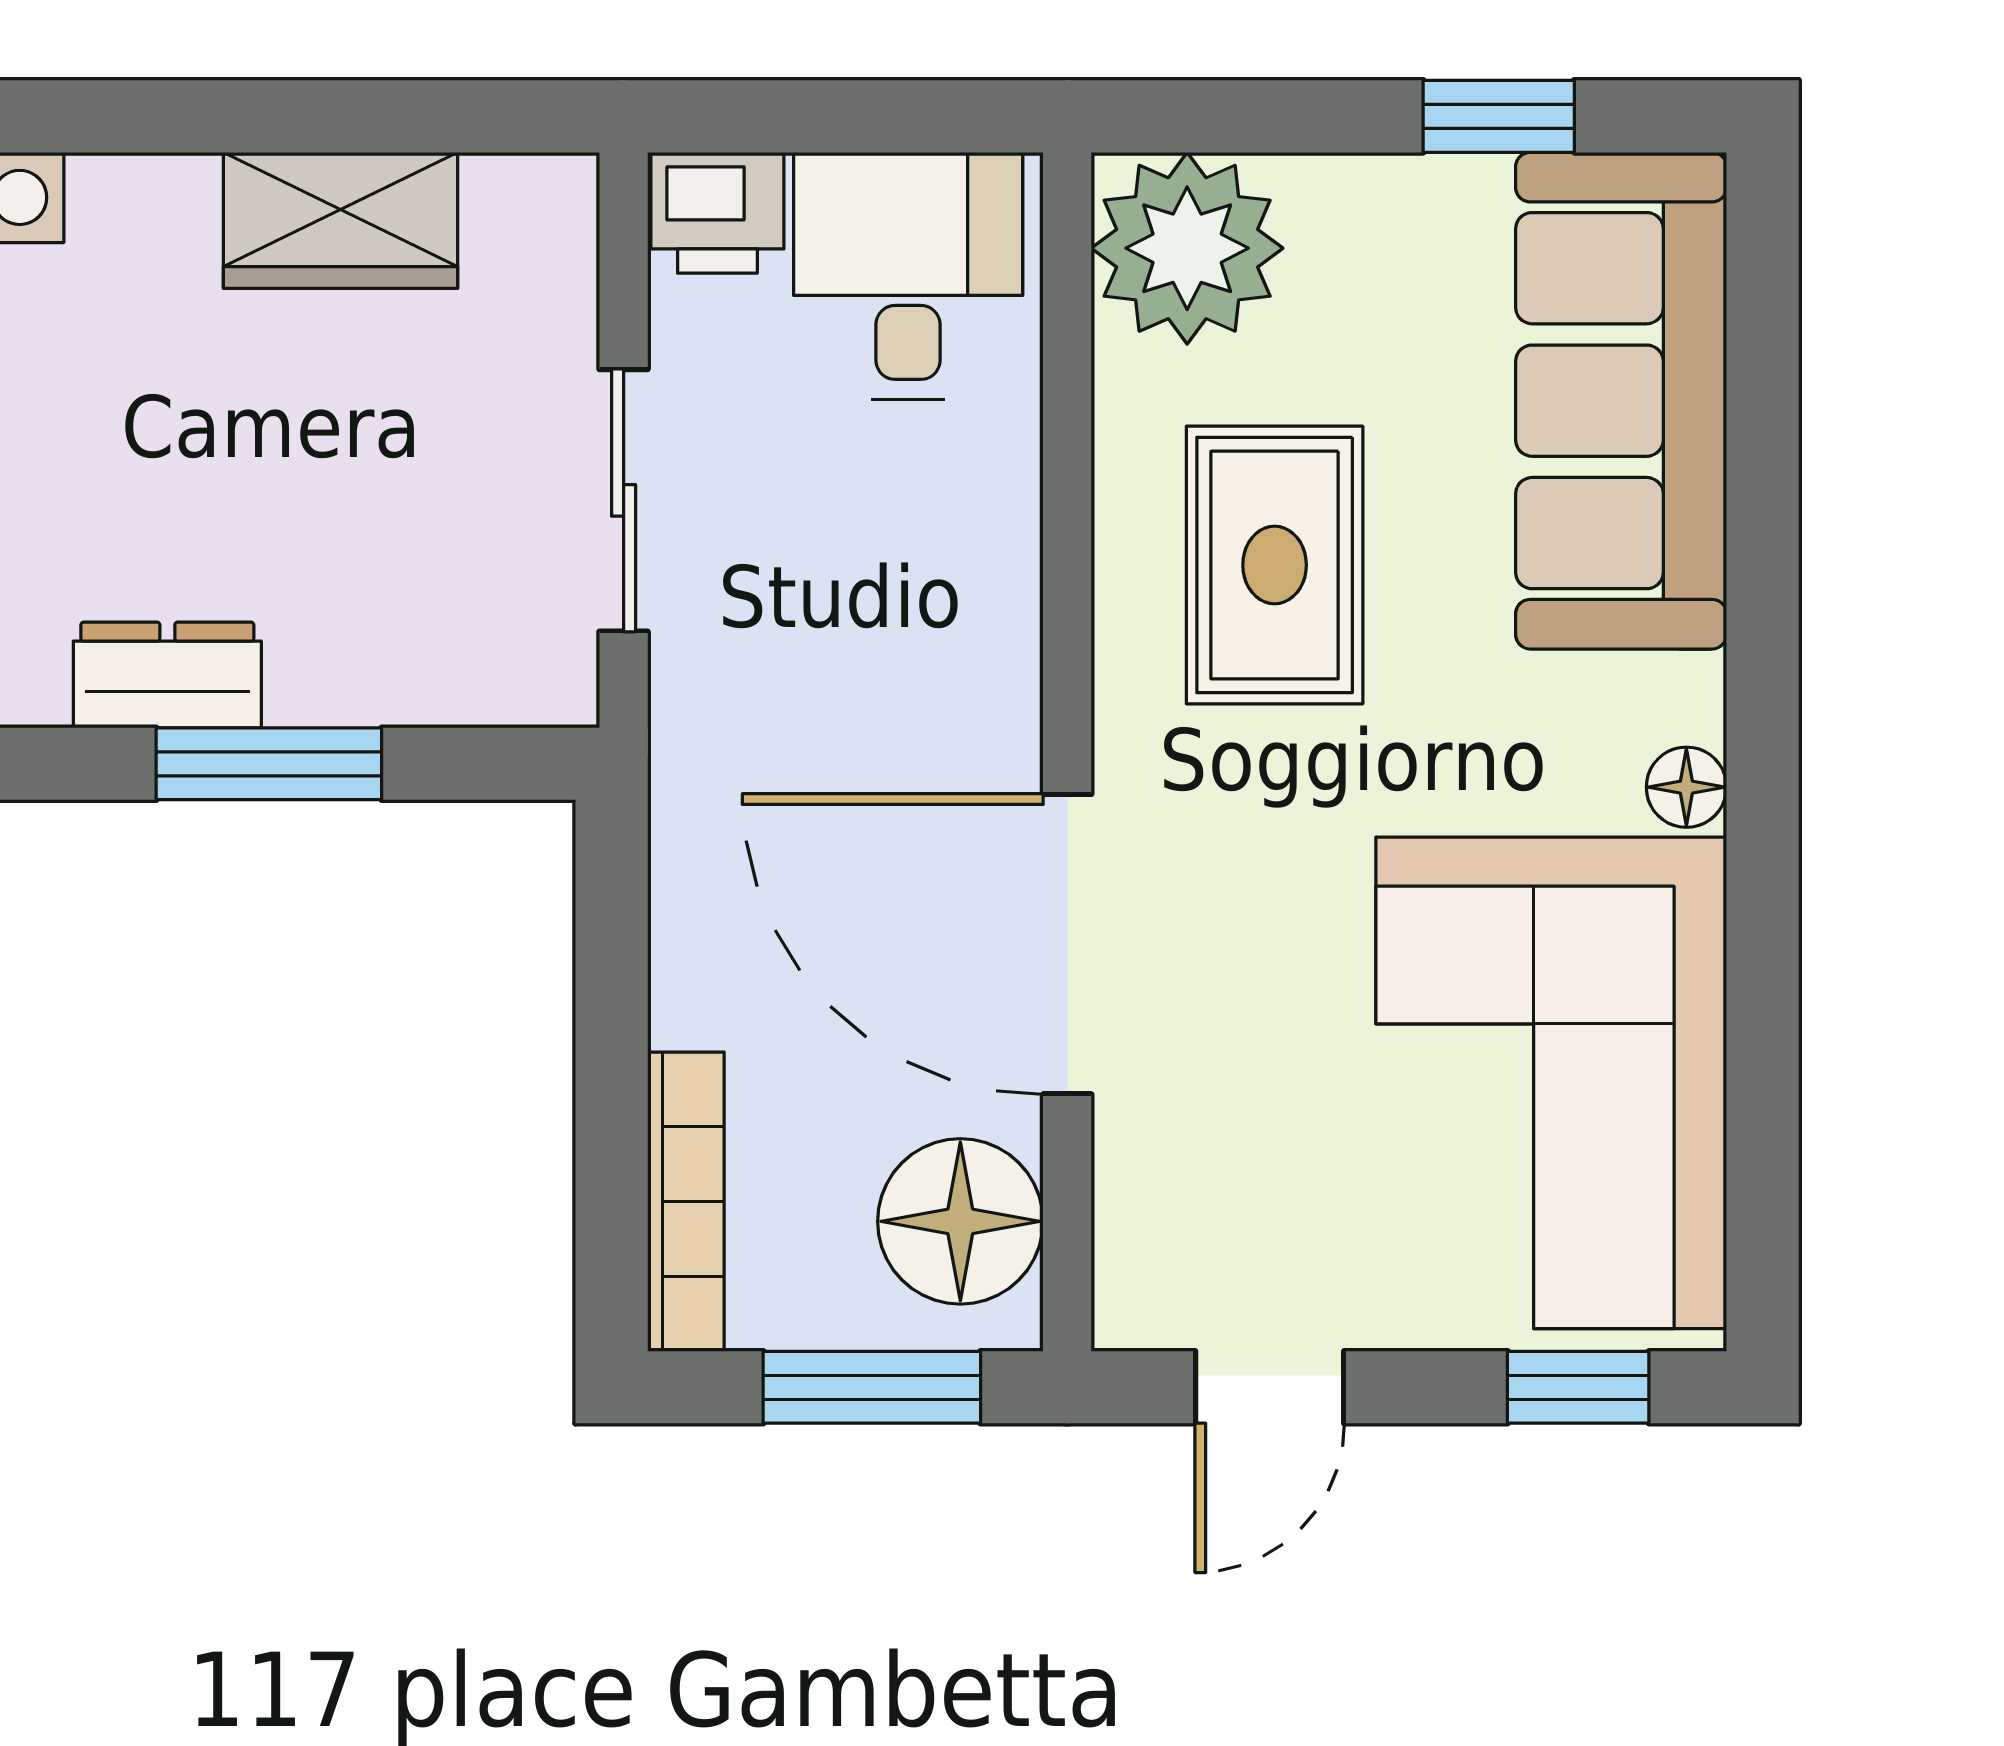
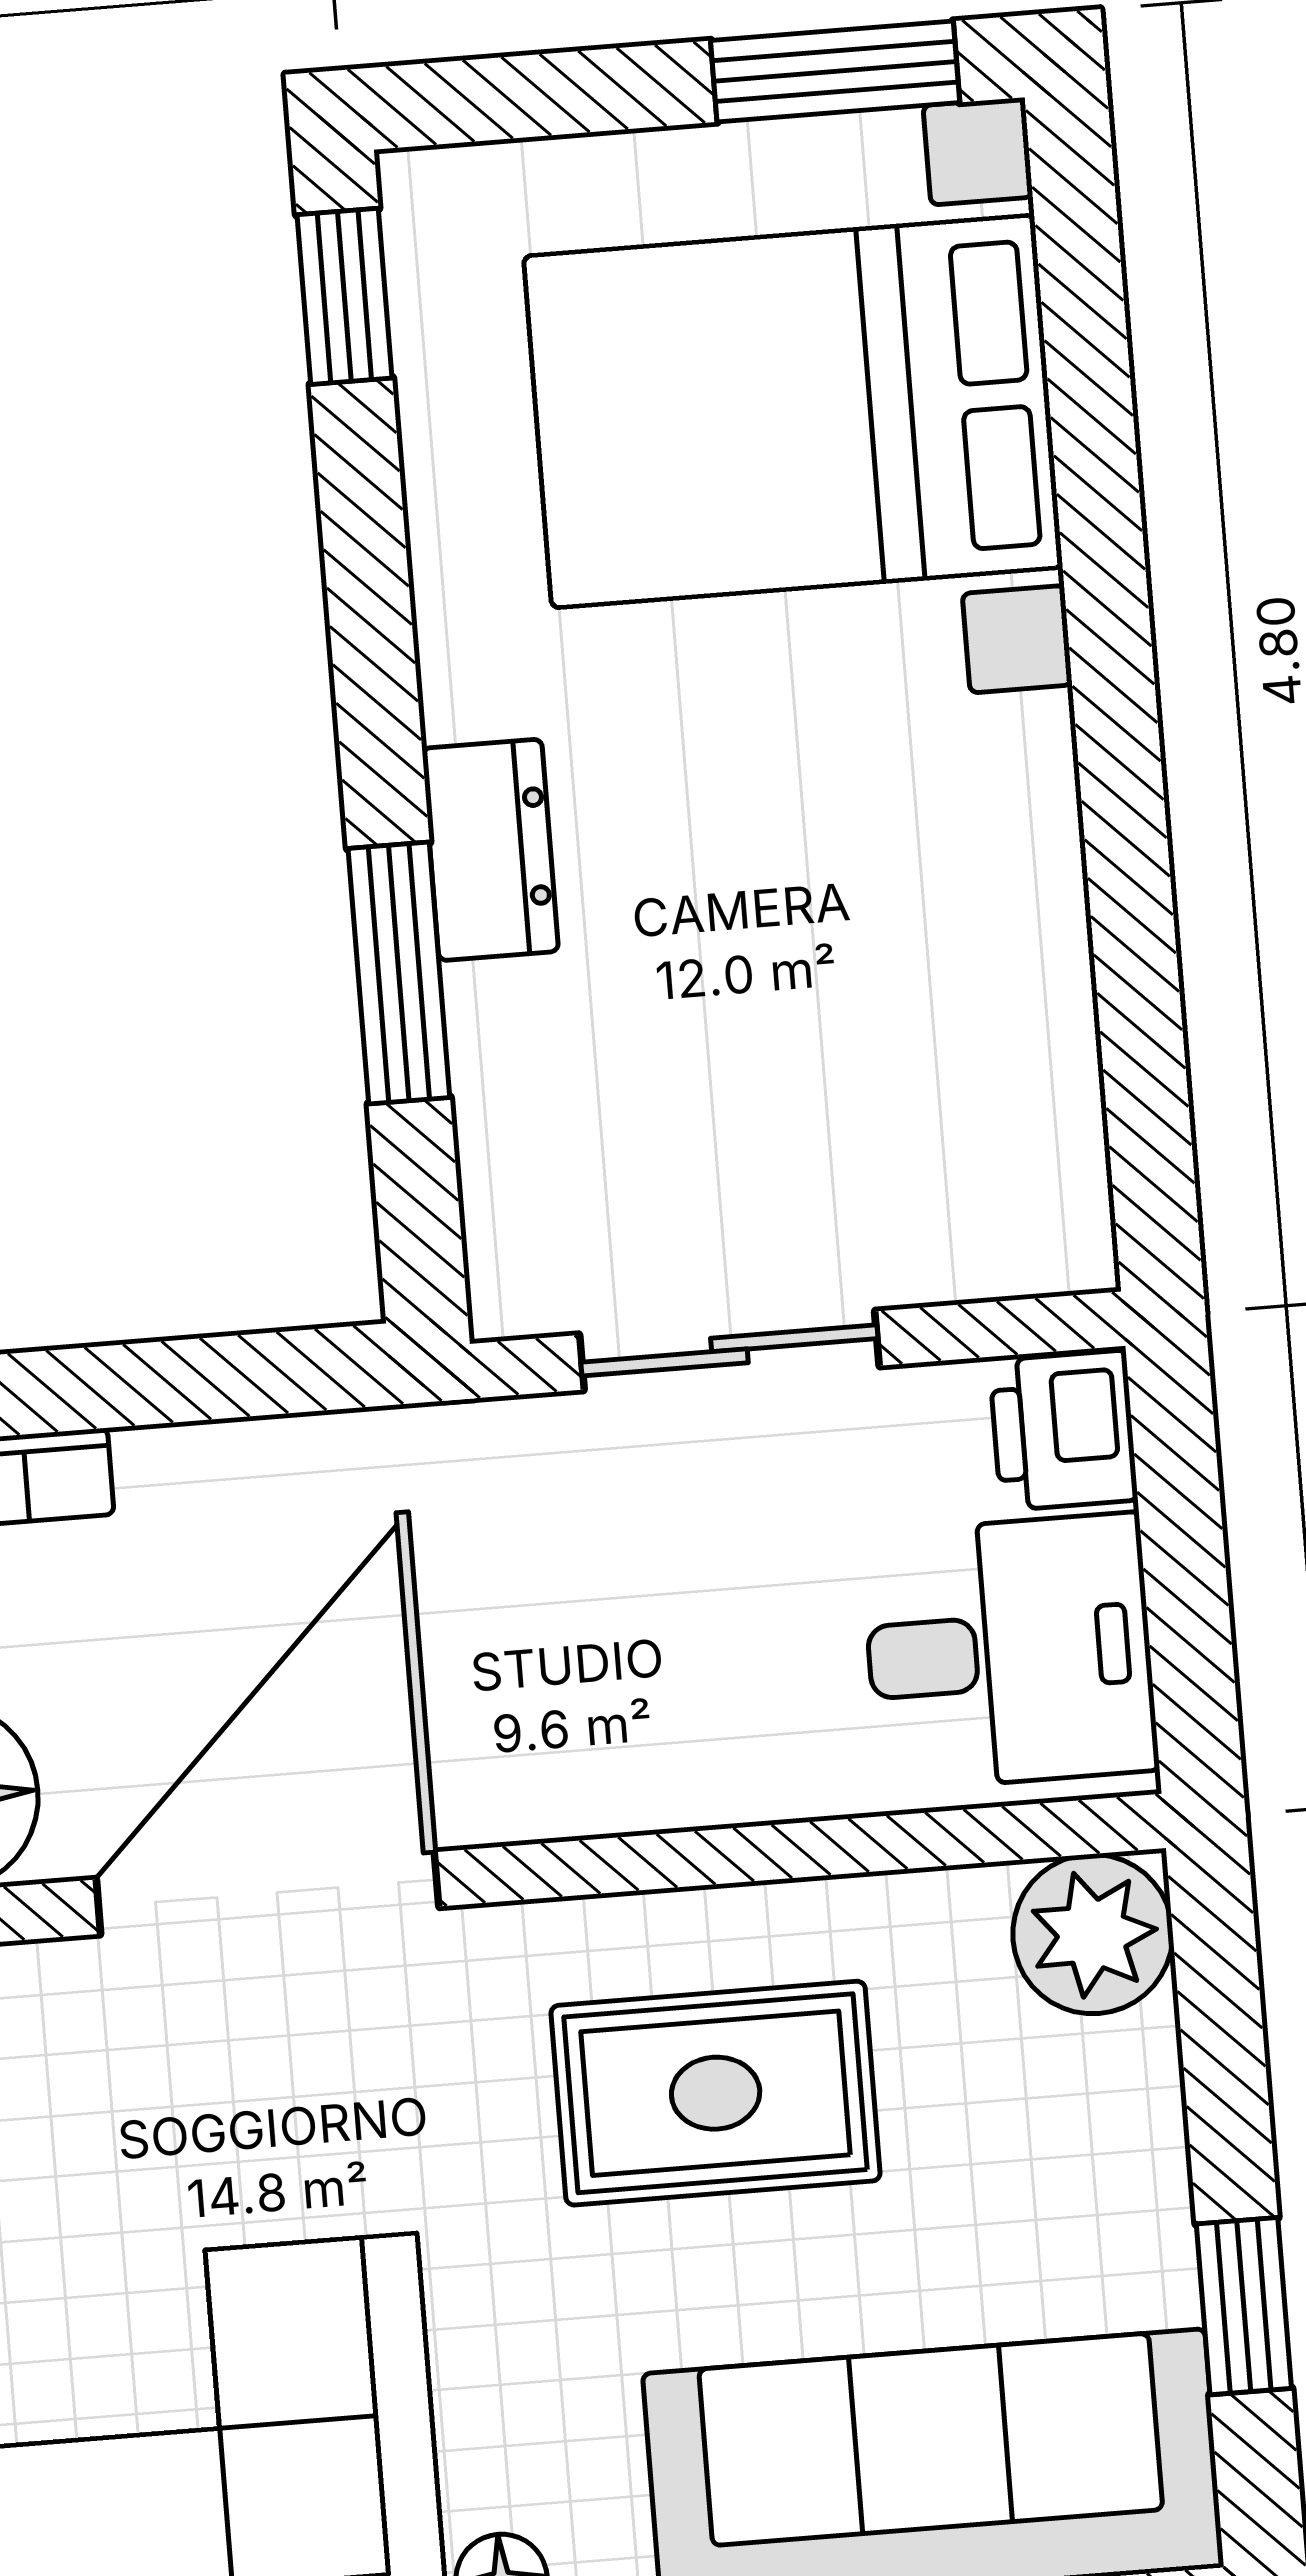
wardrobe: (341, 220) -> (1021, 1004), removed
plant: (1187, 248) -> (1093, 1934), width x0.73, depth x0.73

